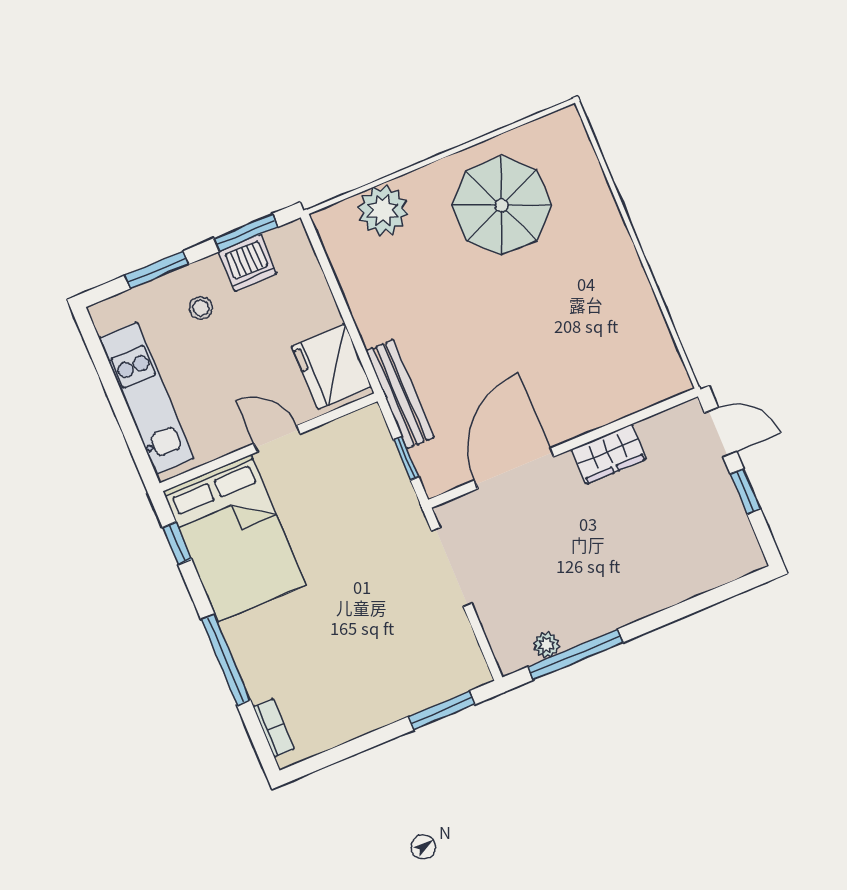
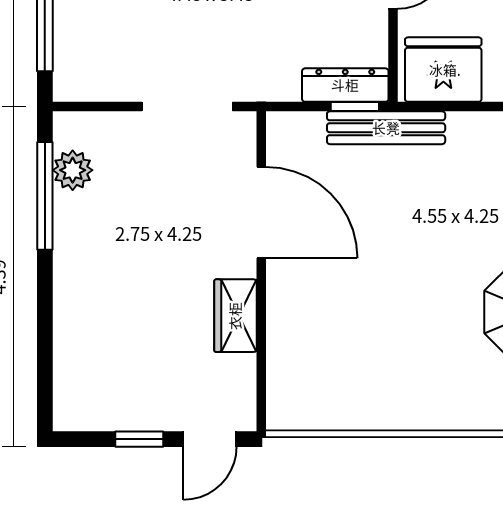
dresser: (379, 443) -> (345, 85), added
window: (406, 458) -> (355, 107), moved
plant: (546, 645) -> (73, 170), width x1.38, depth x1.38

